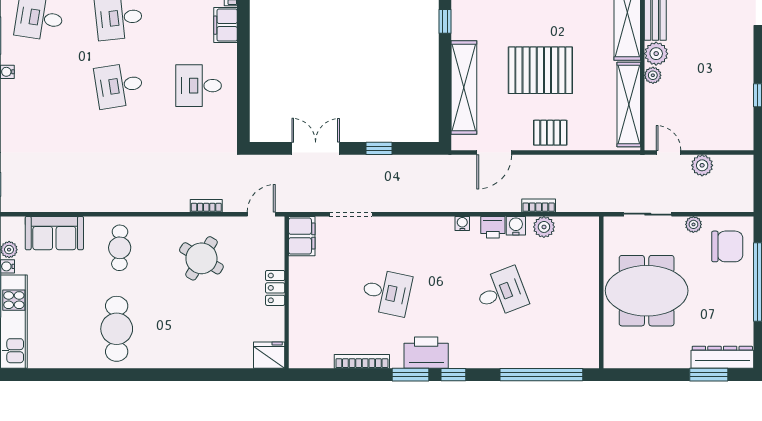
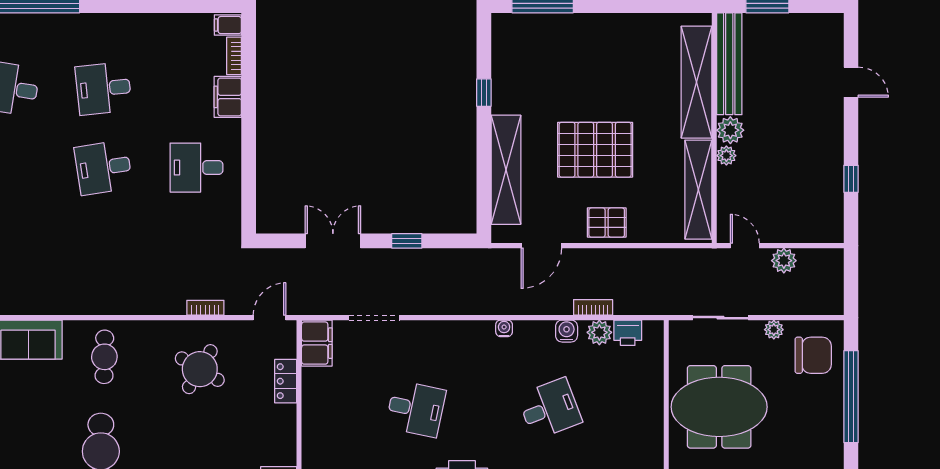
printer: (493, 227) -> (628, 333), moved
locker: (275, 288) -> (286, 381), moved

